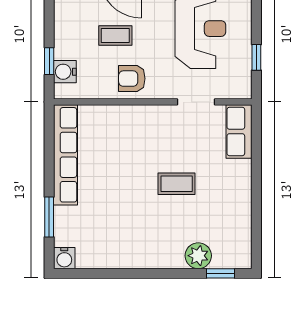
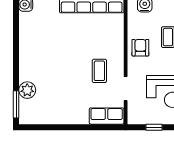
coffee table: (177, 184) -> (99, 71), moved
window: (221, 273) -> (16, 104), width x1.50

